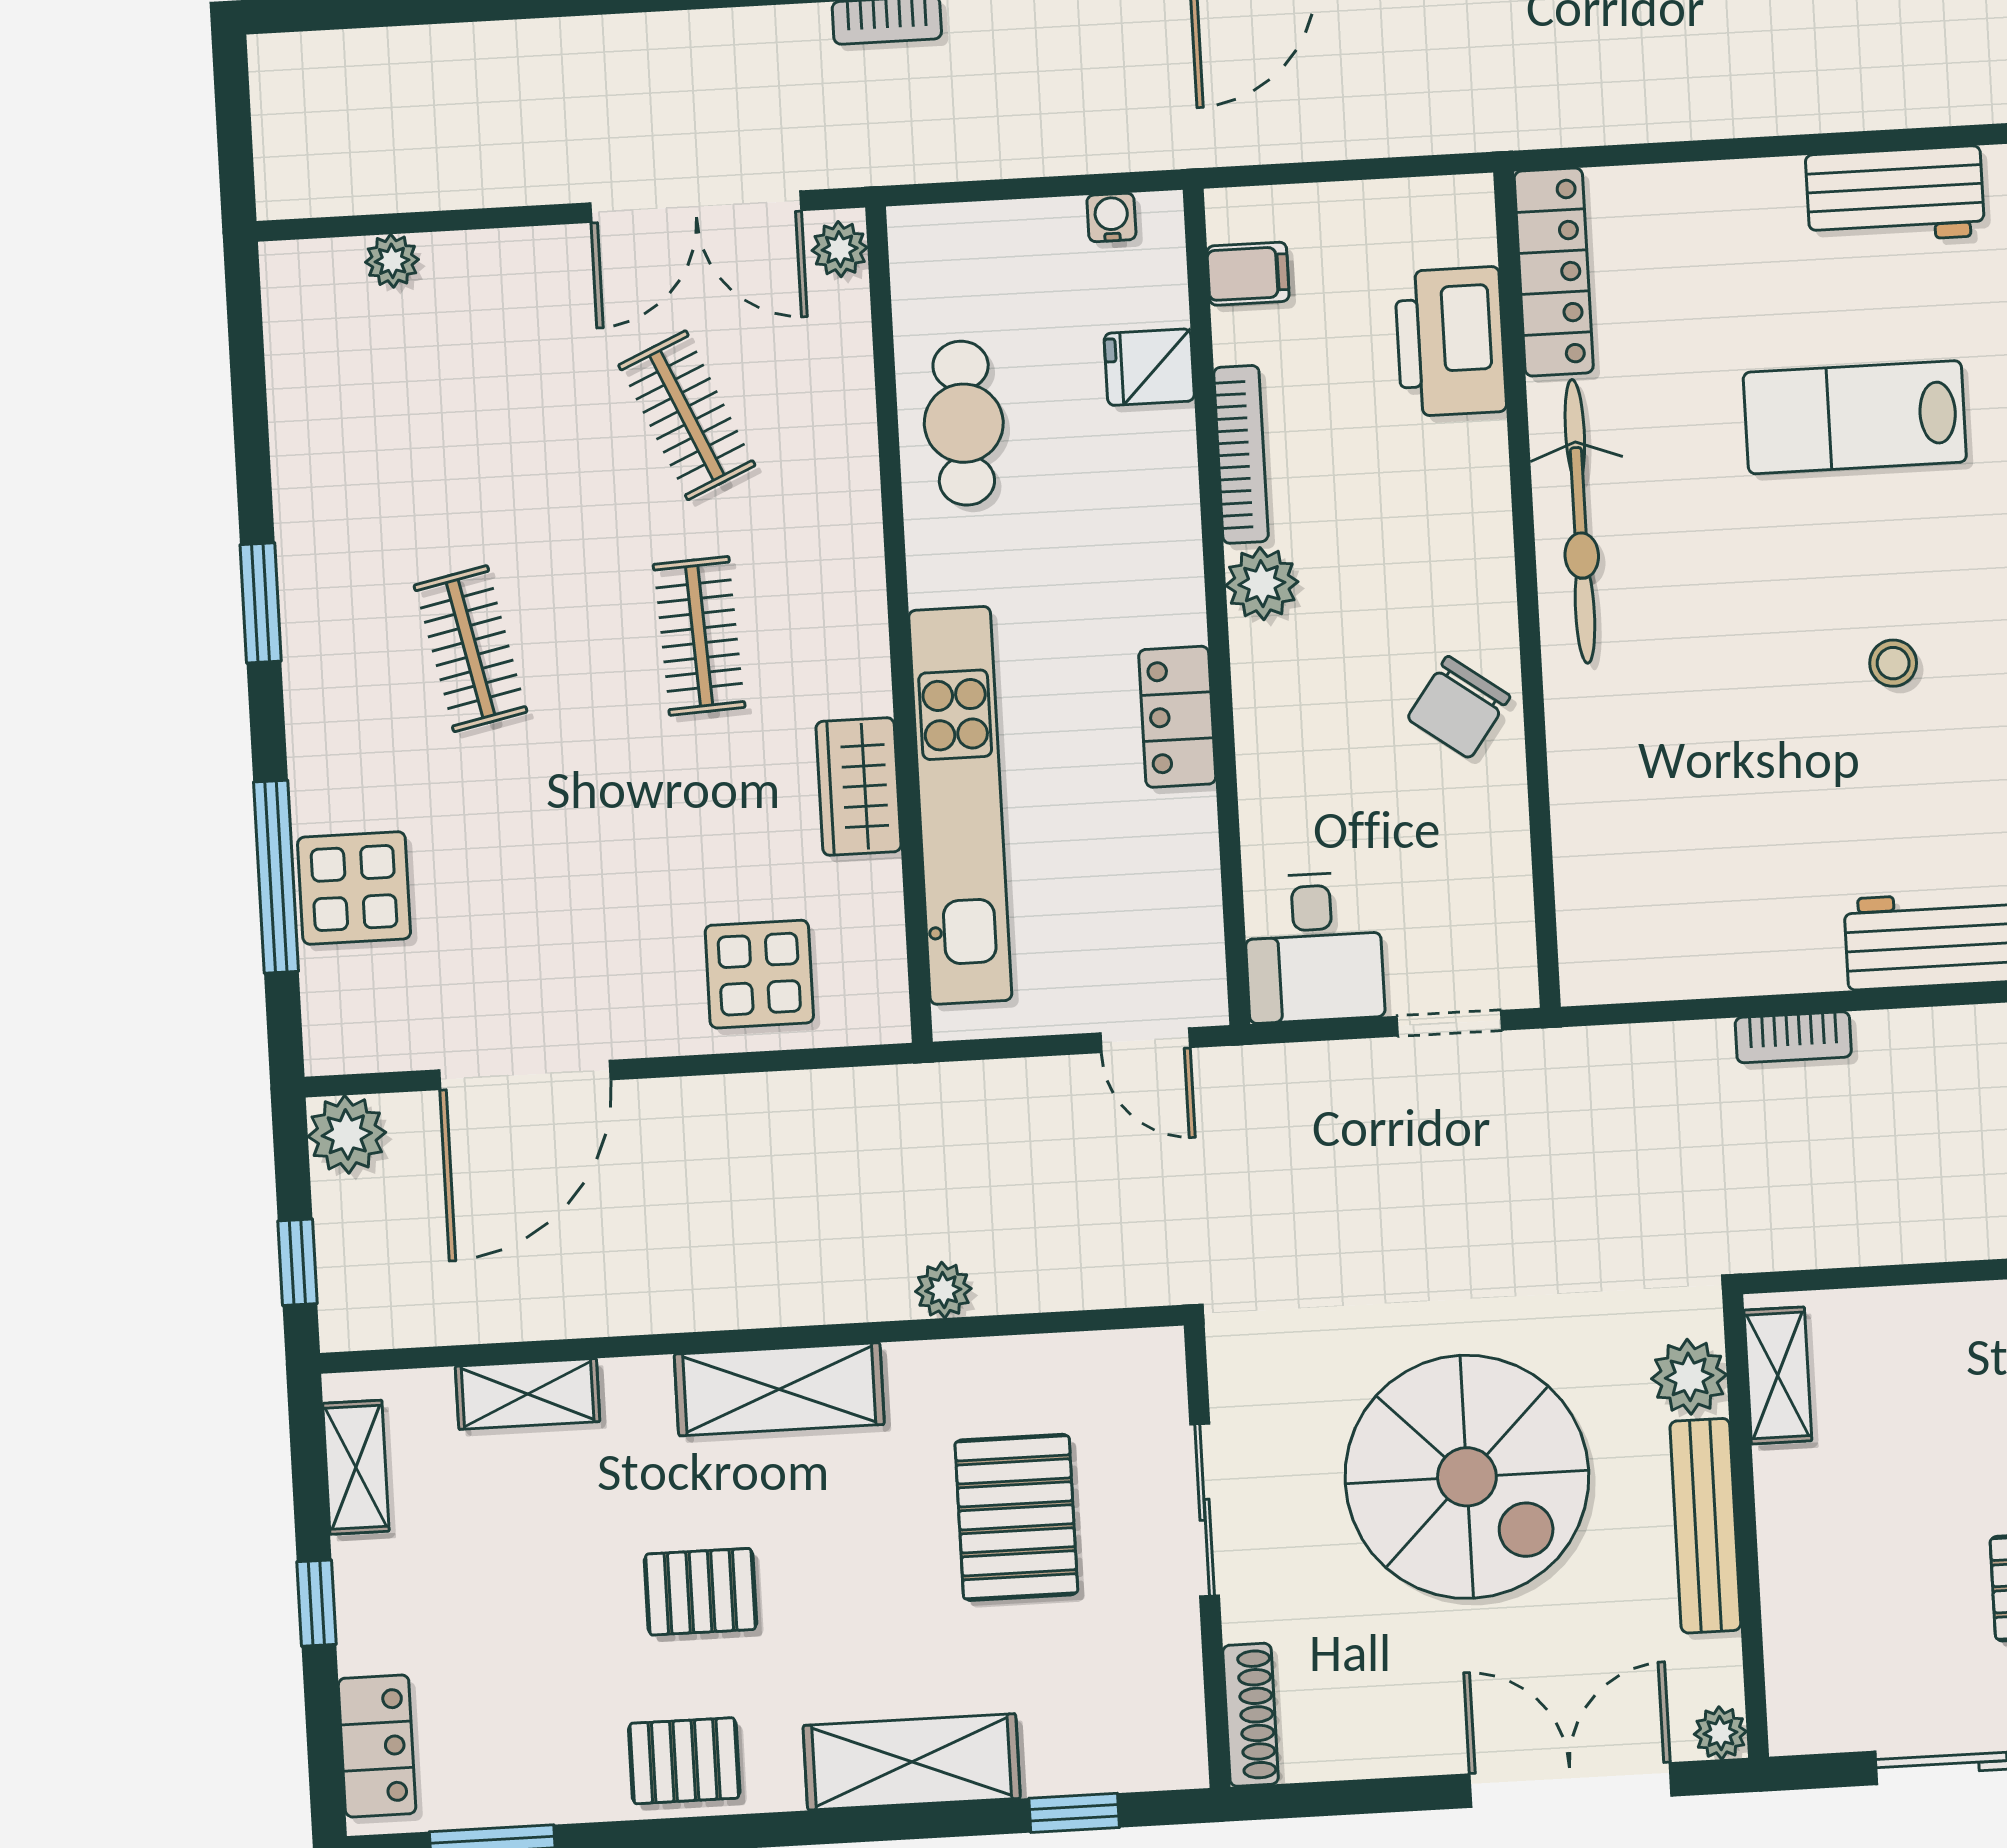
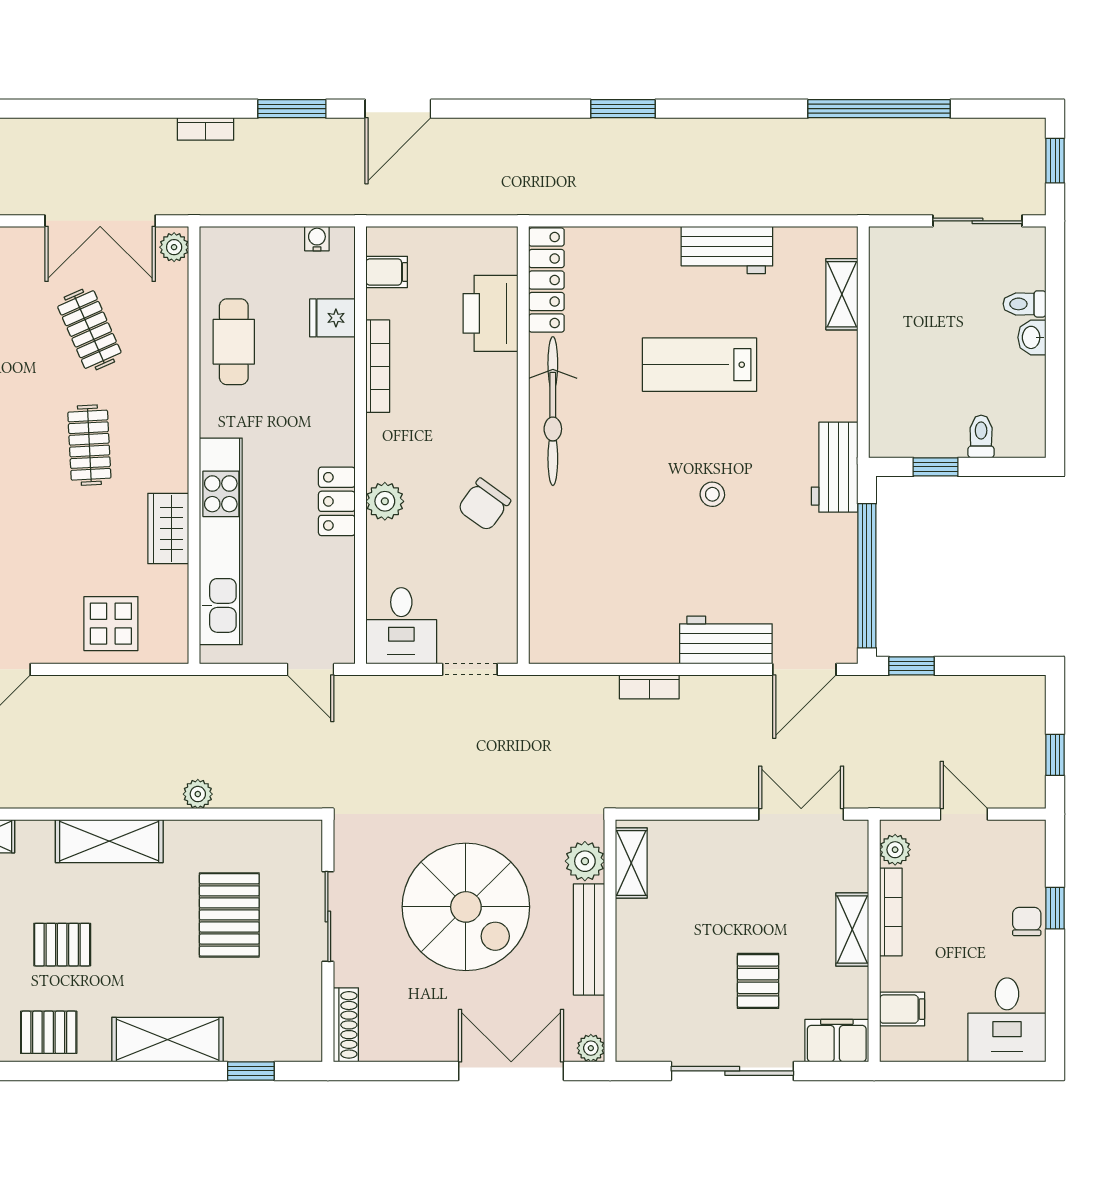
plant: (1262, 584) -> (385, 501), moved

